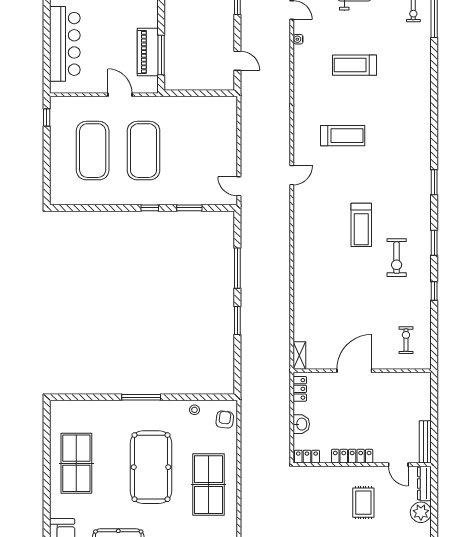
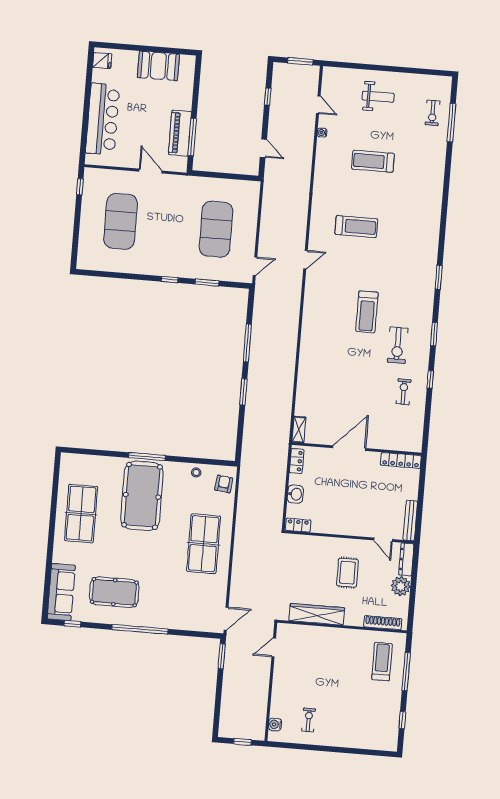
exercise mat: (143, 151) -> (216, 229), moved
door: (239, 186) -> (255, 266), swing flipped
exercise bike: (406, 340) -> (404, 392), moved
locker: (352, 456) -> (401, 460), moved, turned 180
pool table: (151, 467) -> (142, 496), moved

